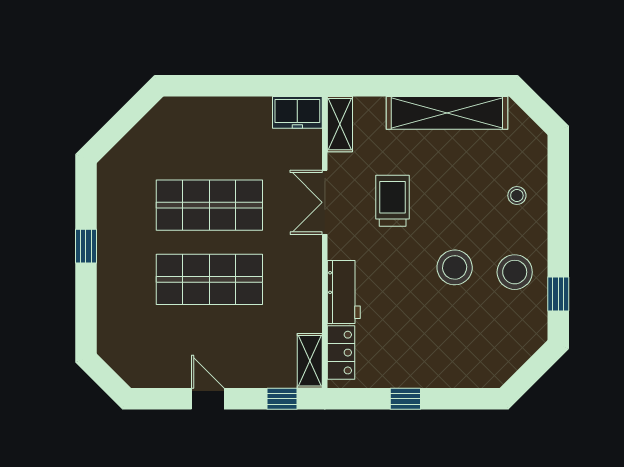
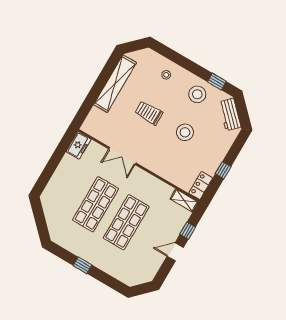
shelving: (340, 124) -> (94, 131), removed
trolley: (393, 201) -> (149, 113), moved
stool: (455, 267) -> (185, 132), moved
workbench: (344, 292) -> (230, 115), moved, turned -135
locker: (341, 353) -> (201, 185), moved, turned -90
window: (282, 399) -> (188, 231), moved

